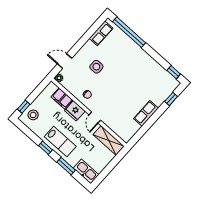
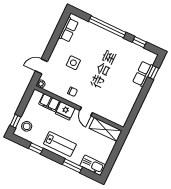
window: (129, 32) -> (107, 27), moved
window: (174, 72) -> (139, 42), moved
row of seats: (146, 113) -> (143, 74), moved
window: (46, 148) -> (36, 148), moved

